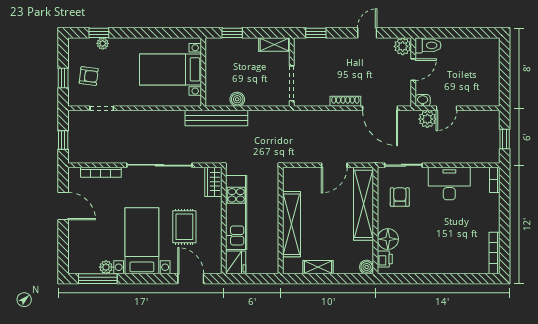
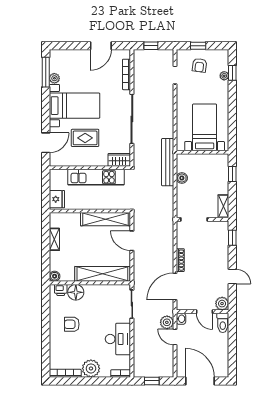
door: (505, 75) -> (200, 381), added
door: (334, 165) -> (132, 241), moved
armchair: (400, 197) -> (72, 324), moved, turned 180
plant: (488, 219) -> (91, 368), added
shelving: (291, 224) -> (106, 219), moved
fridge: (236, 262) -> (57, 199), moved, turned -90

